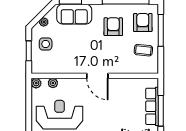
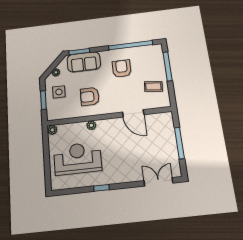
armchair: (143, 23) -> (90, 97), moved, turned -90
door: (97, 76) -> (133, 113), moved
plant: (53, 83) -> (91, 125), moved
row of seats: (152, 106) -> (170, 140), removed

